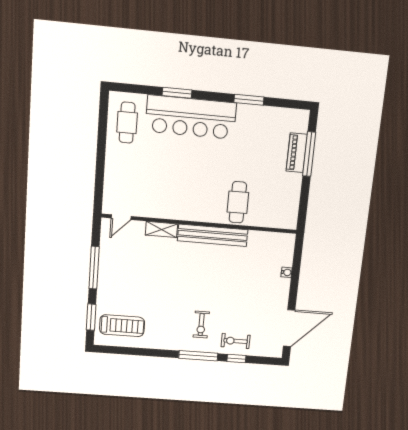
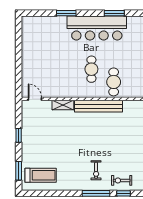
bar counter: (191, 117) -> (97, 28), moved
cafe table: (127, 123) -> (91, 69), moved
door: (121, 217) -> (35, 99), swing flipped
window: (94, 268) -> (19, 135), width x0.46

